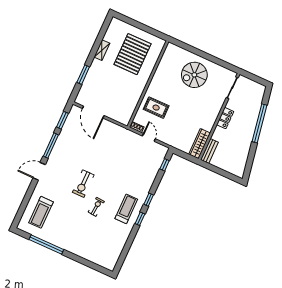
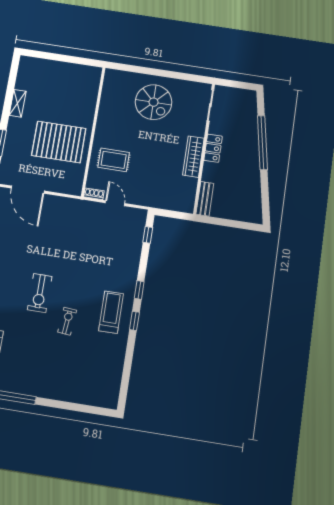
pallet: (133, 54) -> (59, 142), moved, turned 90
spiral stairs: (194, 75) -> (154, 102), turned -90
wardrobe: (200, 144) -> (193, 157), moved

